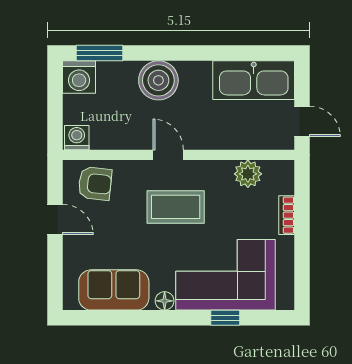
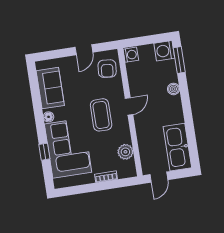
boiler: (158, 80) -> (173, 89), width x0.54, depth x0.54

